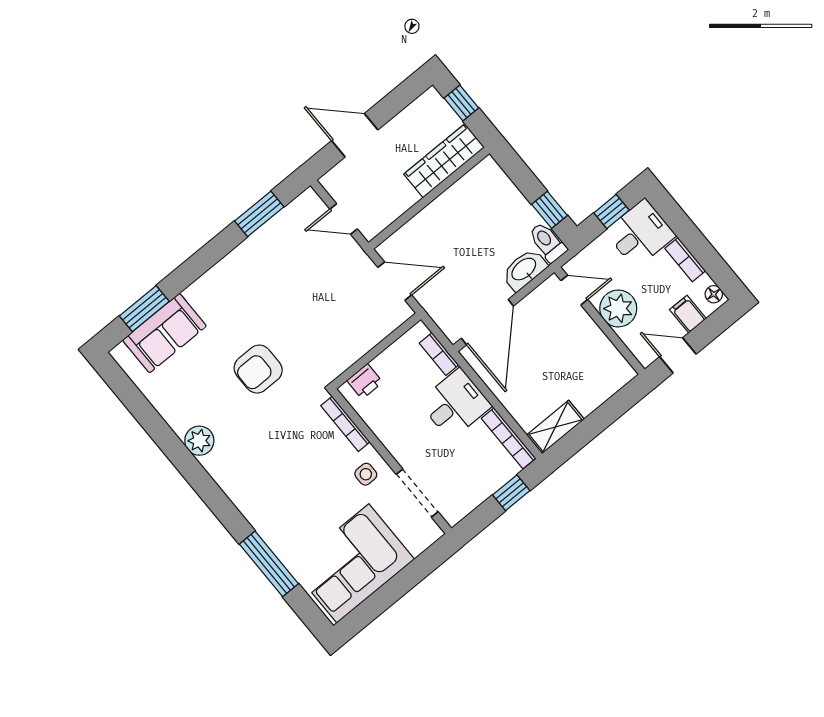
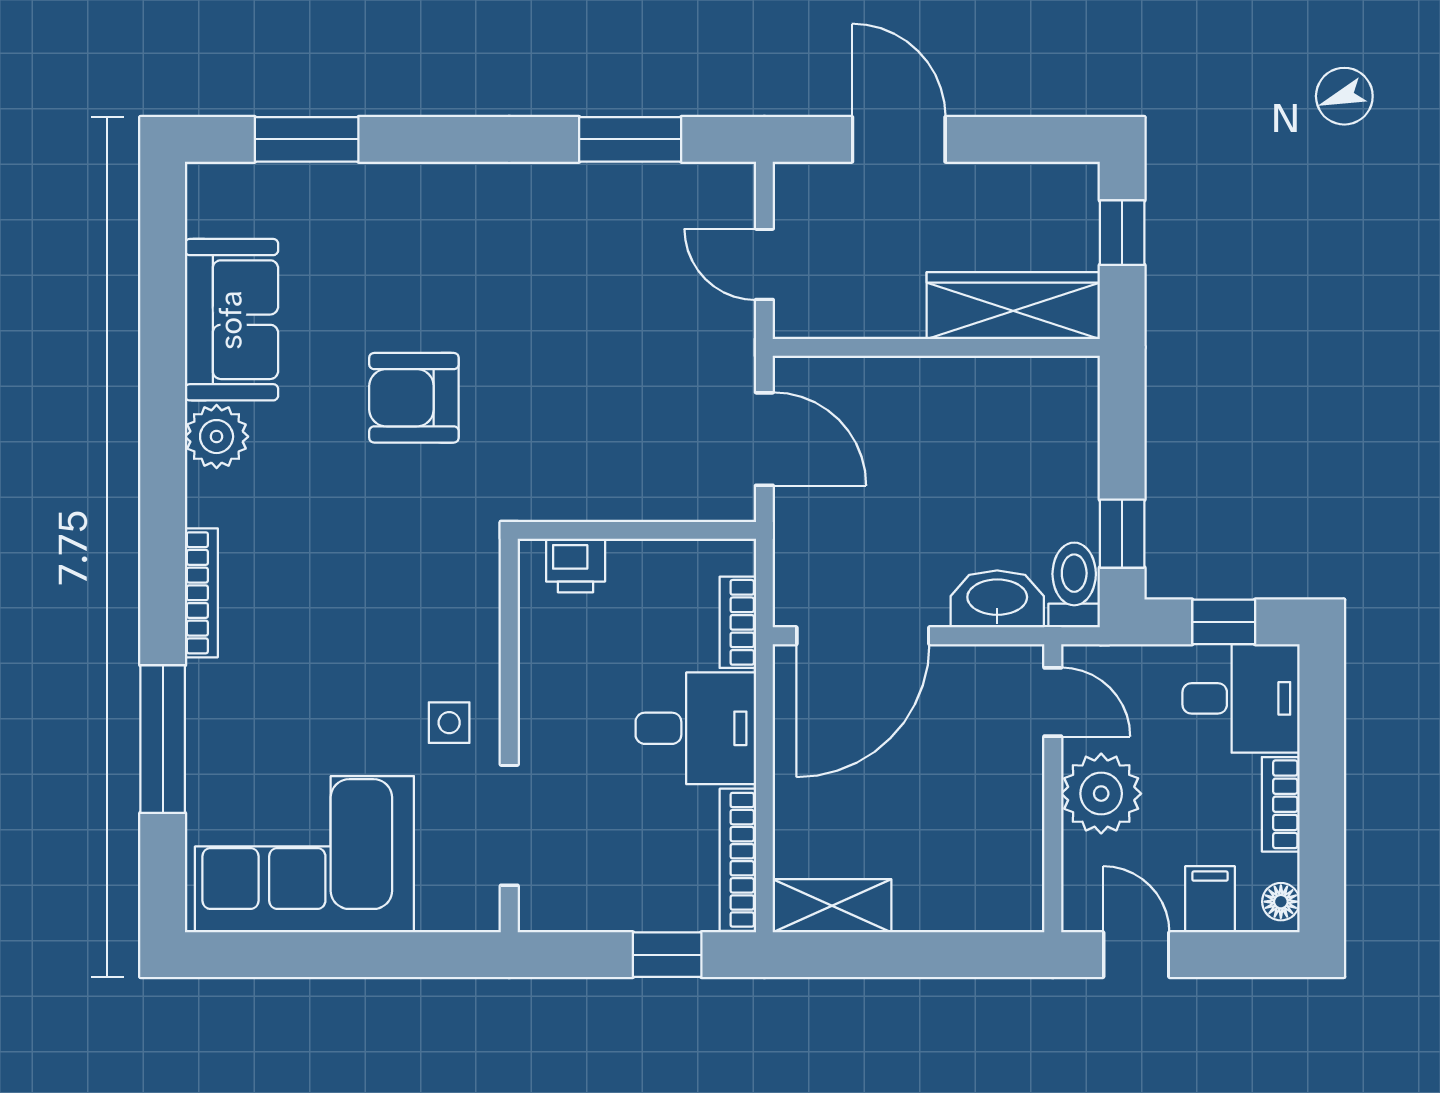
sofa: (165, 333) -> (231, 320), moved, turned -90
bookcase: (345, 424) -> (201, 593), moved, turned 180

